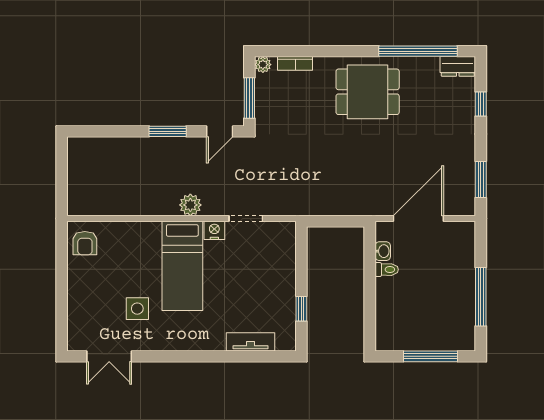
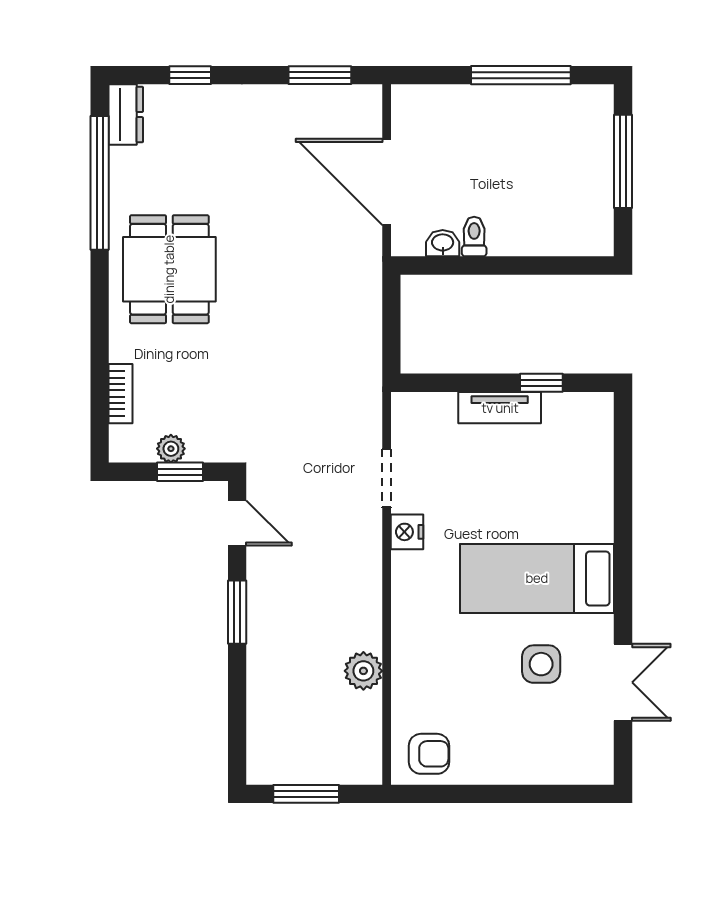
plant: (263, 65) -> (171, 449), moved
window: (249, 98) -> (180, 472), width x0.67
window: (62, 171) -> (306, 794), added
plant: (190, 205) -> (363, 671), moved
bed: (182, 266) -> (537, 578), moved, turned 180
tv unit: (251, 342) -> (500, 408), moved, turned -90
double door: (109, 356) -> (623, 682), moved

